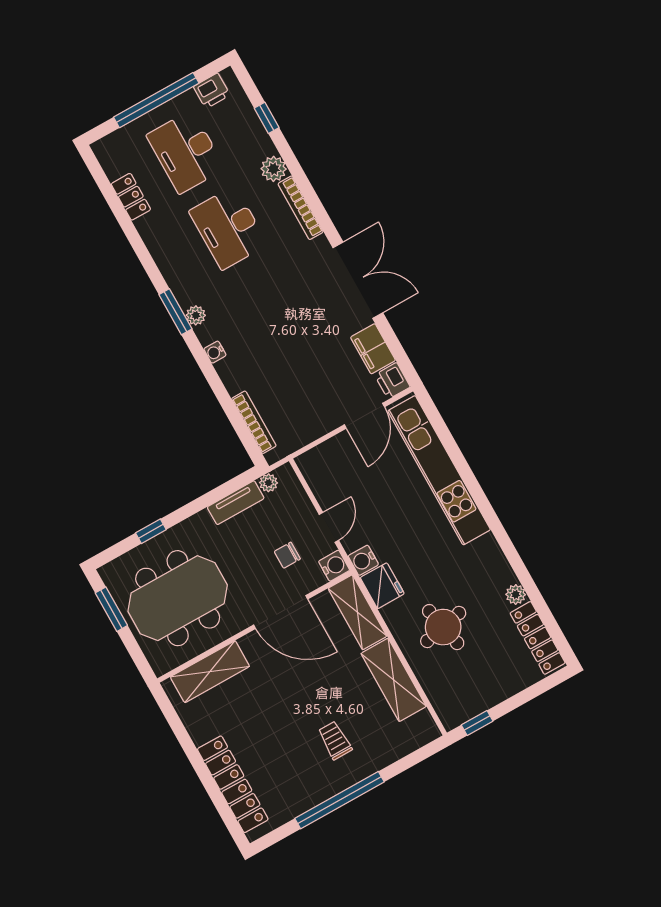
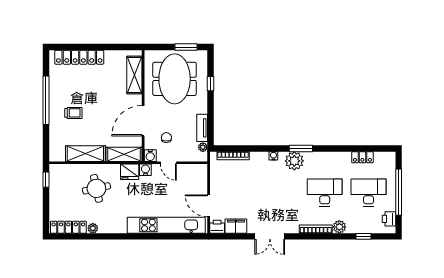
double door: (358, 280) -> (270, 236), width x0.73
plant: (196, 315) -> (294, 161), width x1.88, depth x1.88

